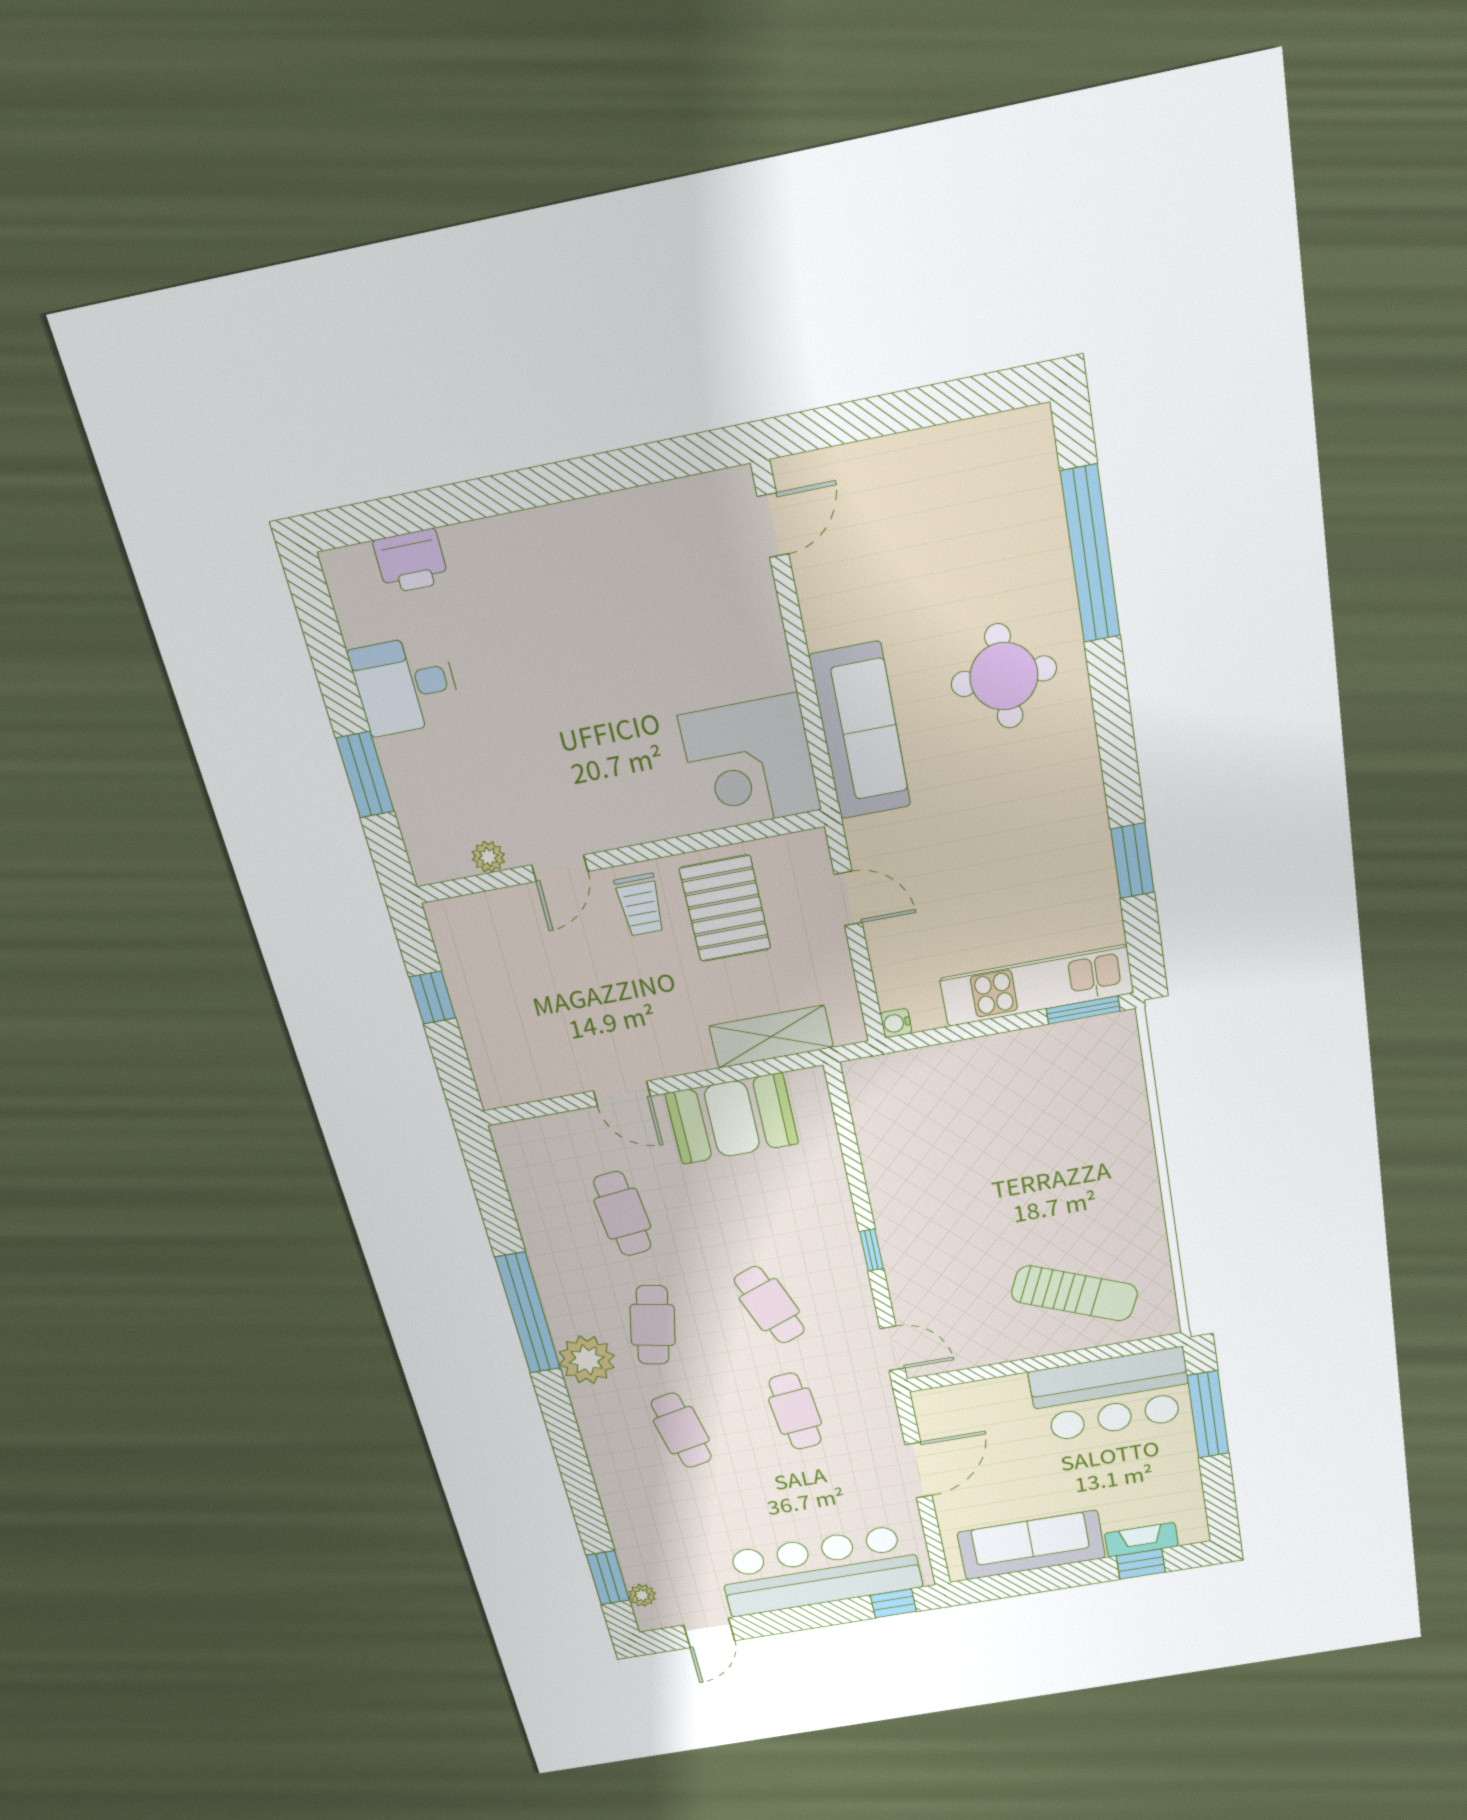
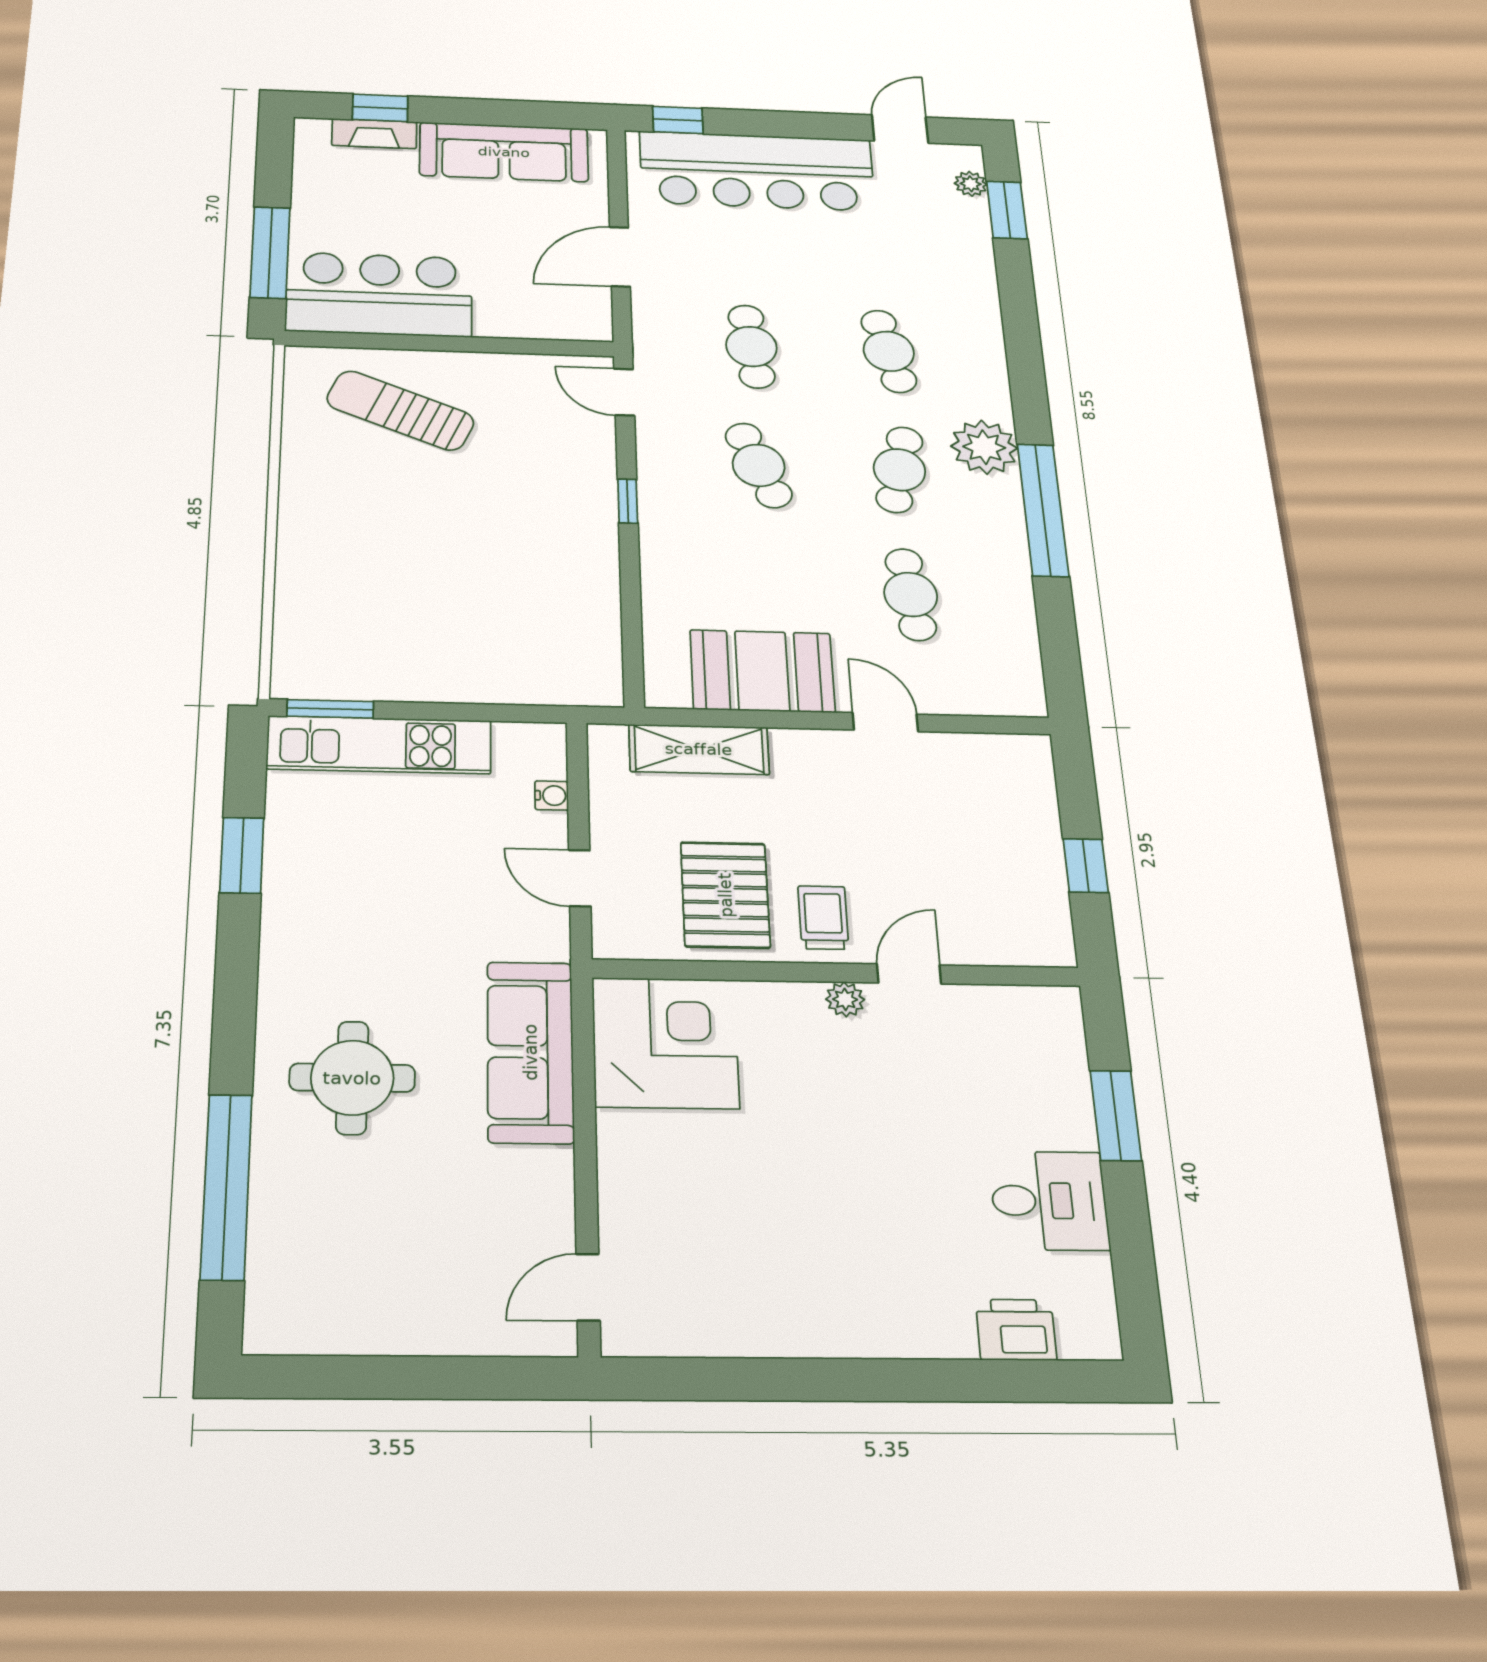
plant: (488, 857) -> (845, 999), moved
water cooler: (896, 1023) -> (552, 796), moved

